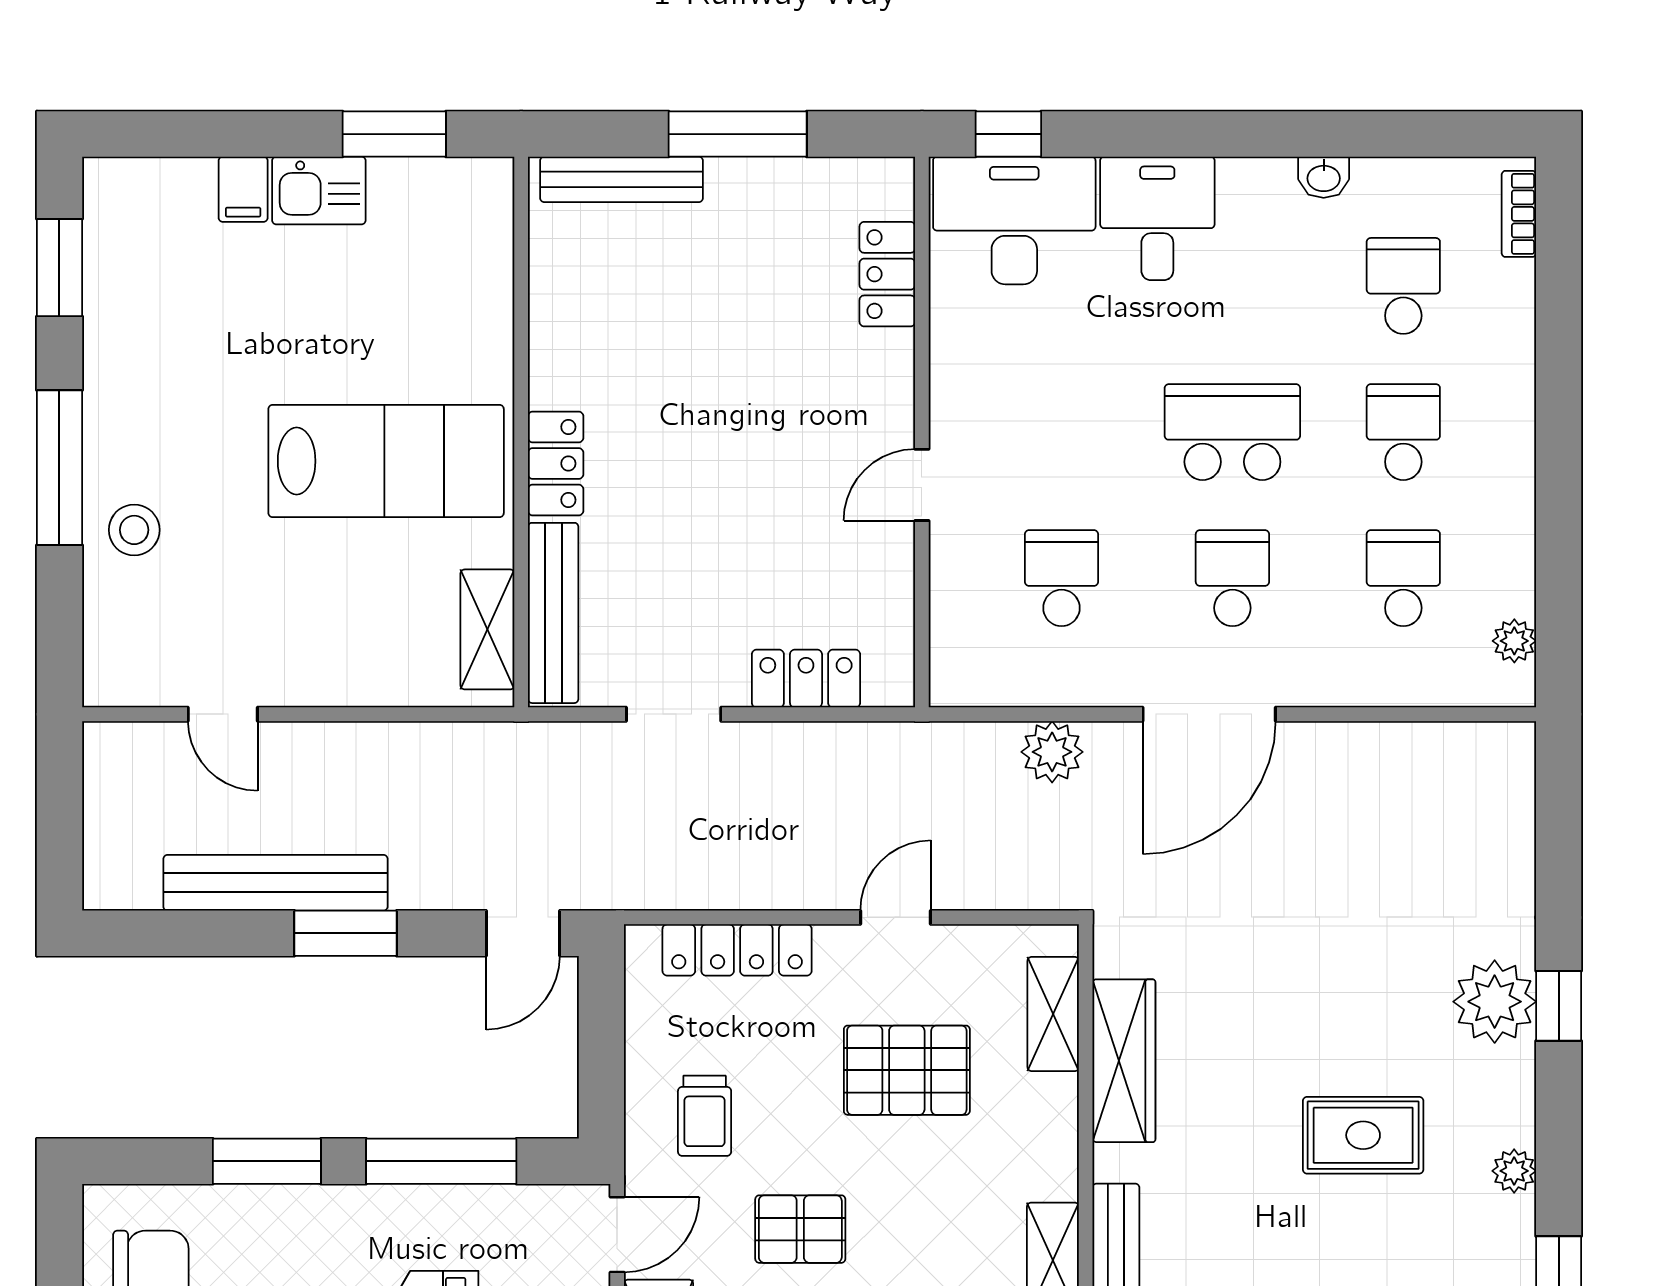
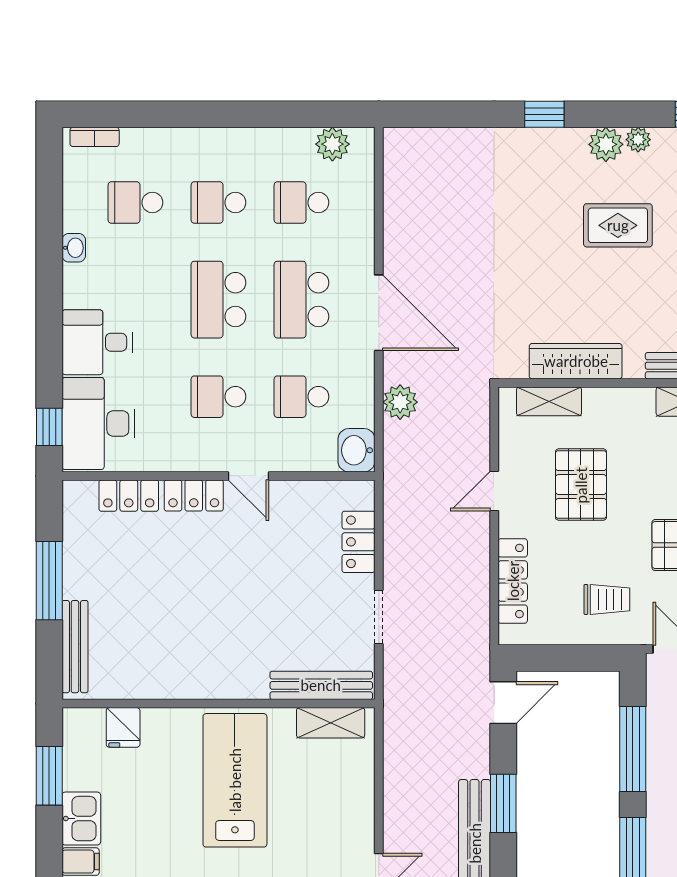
fridge: (479, 264) -> (123, 727), added
school desk: (1061, 432) -> (218, 397), added
locker: (556, 464) -> (194, 495), moved, turned 180
school desk: (1232, 578) -> (301, 300), width x1.85
plant: (1514, 641) -> (332, 144), width x1.38, depth x1.38
washbasin: (967, 675) -> (356, 450), added
door: (895, 917) -> (494, 491), hinge flipped
door: (523, 933) -> (503, 703), hinge flipped
plant: (1495, 1002) -> (606, 144), moved, width x0.73, depth x0.73
rug: (1363, 1135) -> (618, 225), turned 90

